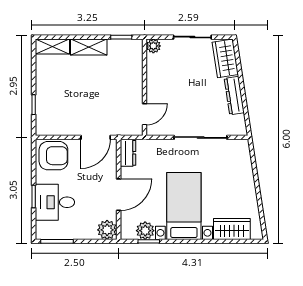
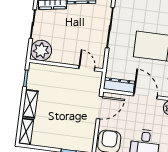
plant: (153, 46) -> (41, 50), width x1.87, depth x1.87
door: (96, 137) -> (100, 108), hinge flipped
dresser: (128, 153) -> (119, 85), width x1.44

